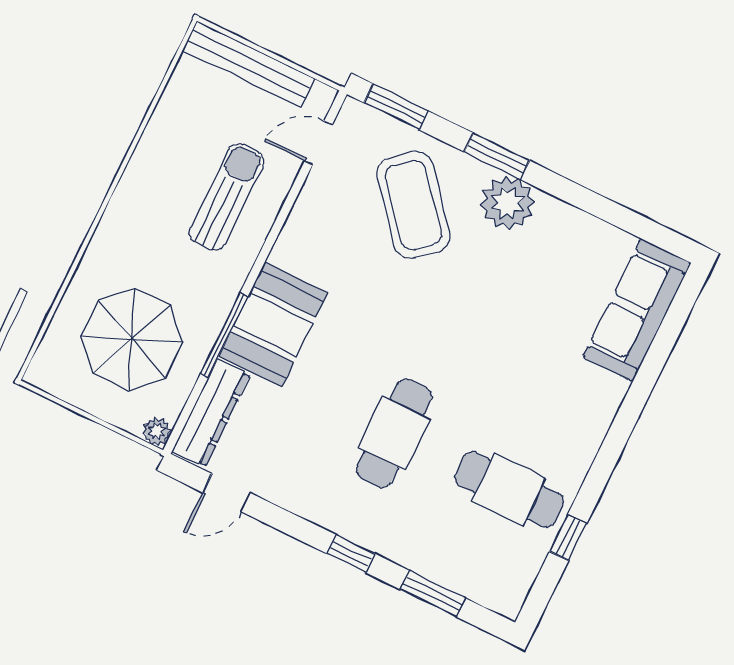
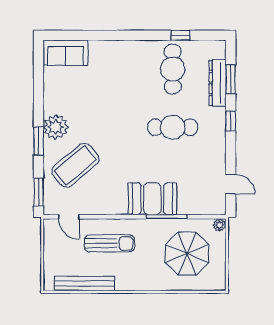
bench: (249, 64) -> (85, 283), moved, turned 90
sun lounger: (227, 197) -> (109, 243), turned 180
sofa: (637, 310) -> (65, 53), width x0.73
dresser: (211, 413) -> (218, 83), moved, turned -90

